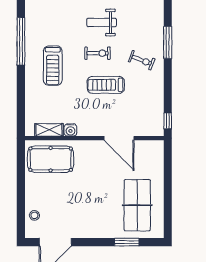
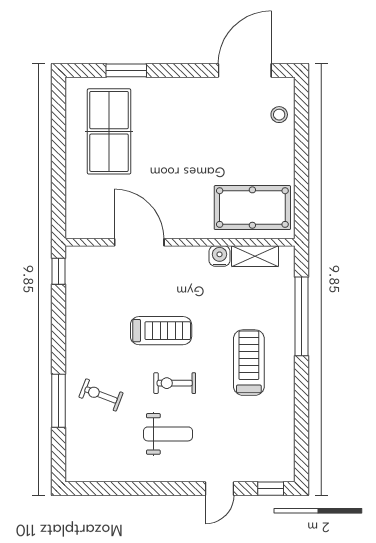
window: (21, 41) -> (302, 316), moved
exercise bike: (142, 60) -> (101, 395), moved

